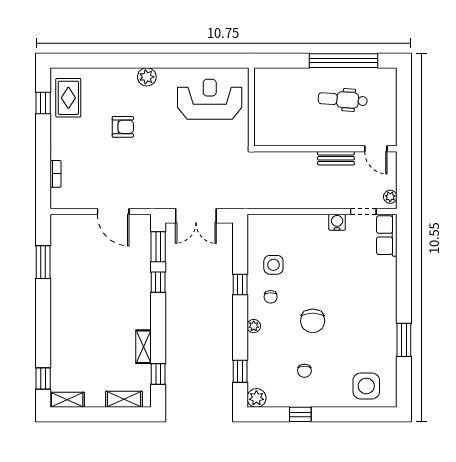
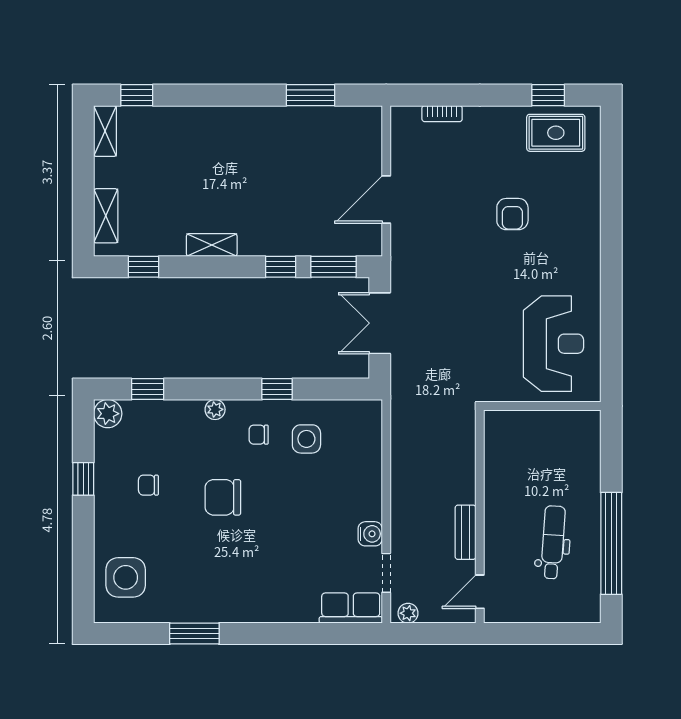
plant: (147, 77) -> (587, 250), removed
shelving: (144, 347) -> (212, 245), moved

